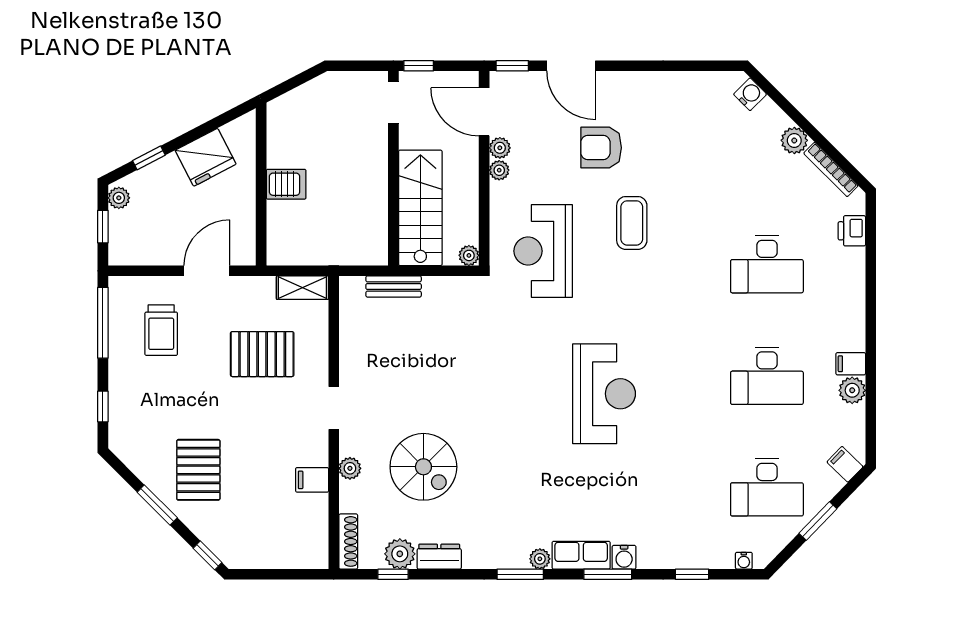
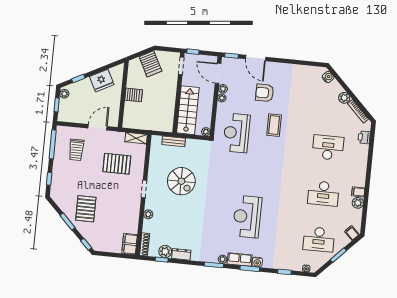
server rack: (319, 105) -> (150, 64), added
desk: (767, 264) -> (328, 148), turned 180
reception desk: (604, 394) -> (247, 217), moved, turned 180
spiral stairs: (423, 467) -> (181, 181), moved
filing cabinet: (312, 480) -> (130, 244), moved, width x2.00

